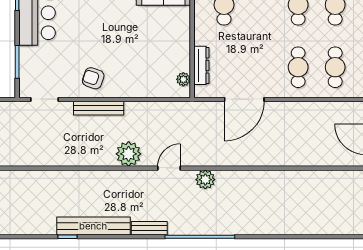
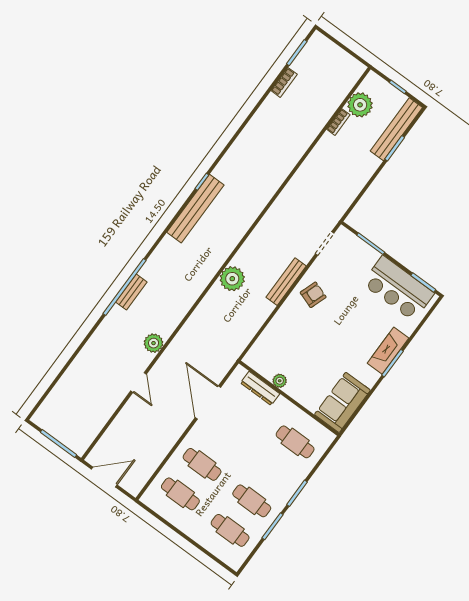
plant: (183, 79) -> (280, 381), moved
door: (169, 168) -> (138, 383), moved
plant: (205, 180) -> (154, 343), moved
bench: (149, 228) -> (131, 292), moved

